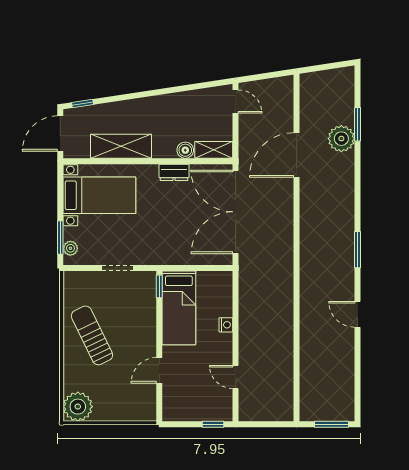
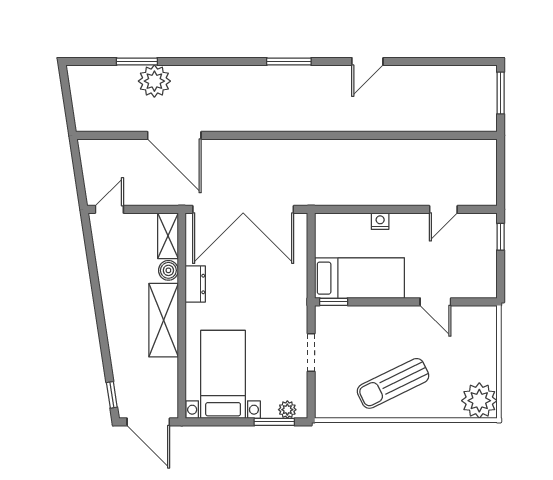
shelving: (121, 146) -> (164, 320), moved

